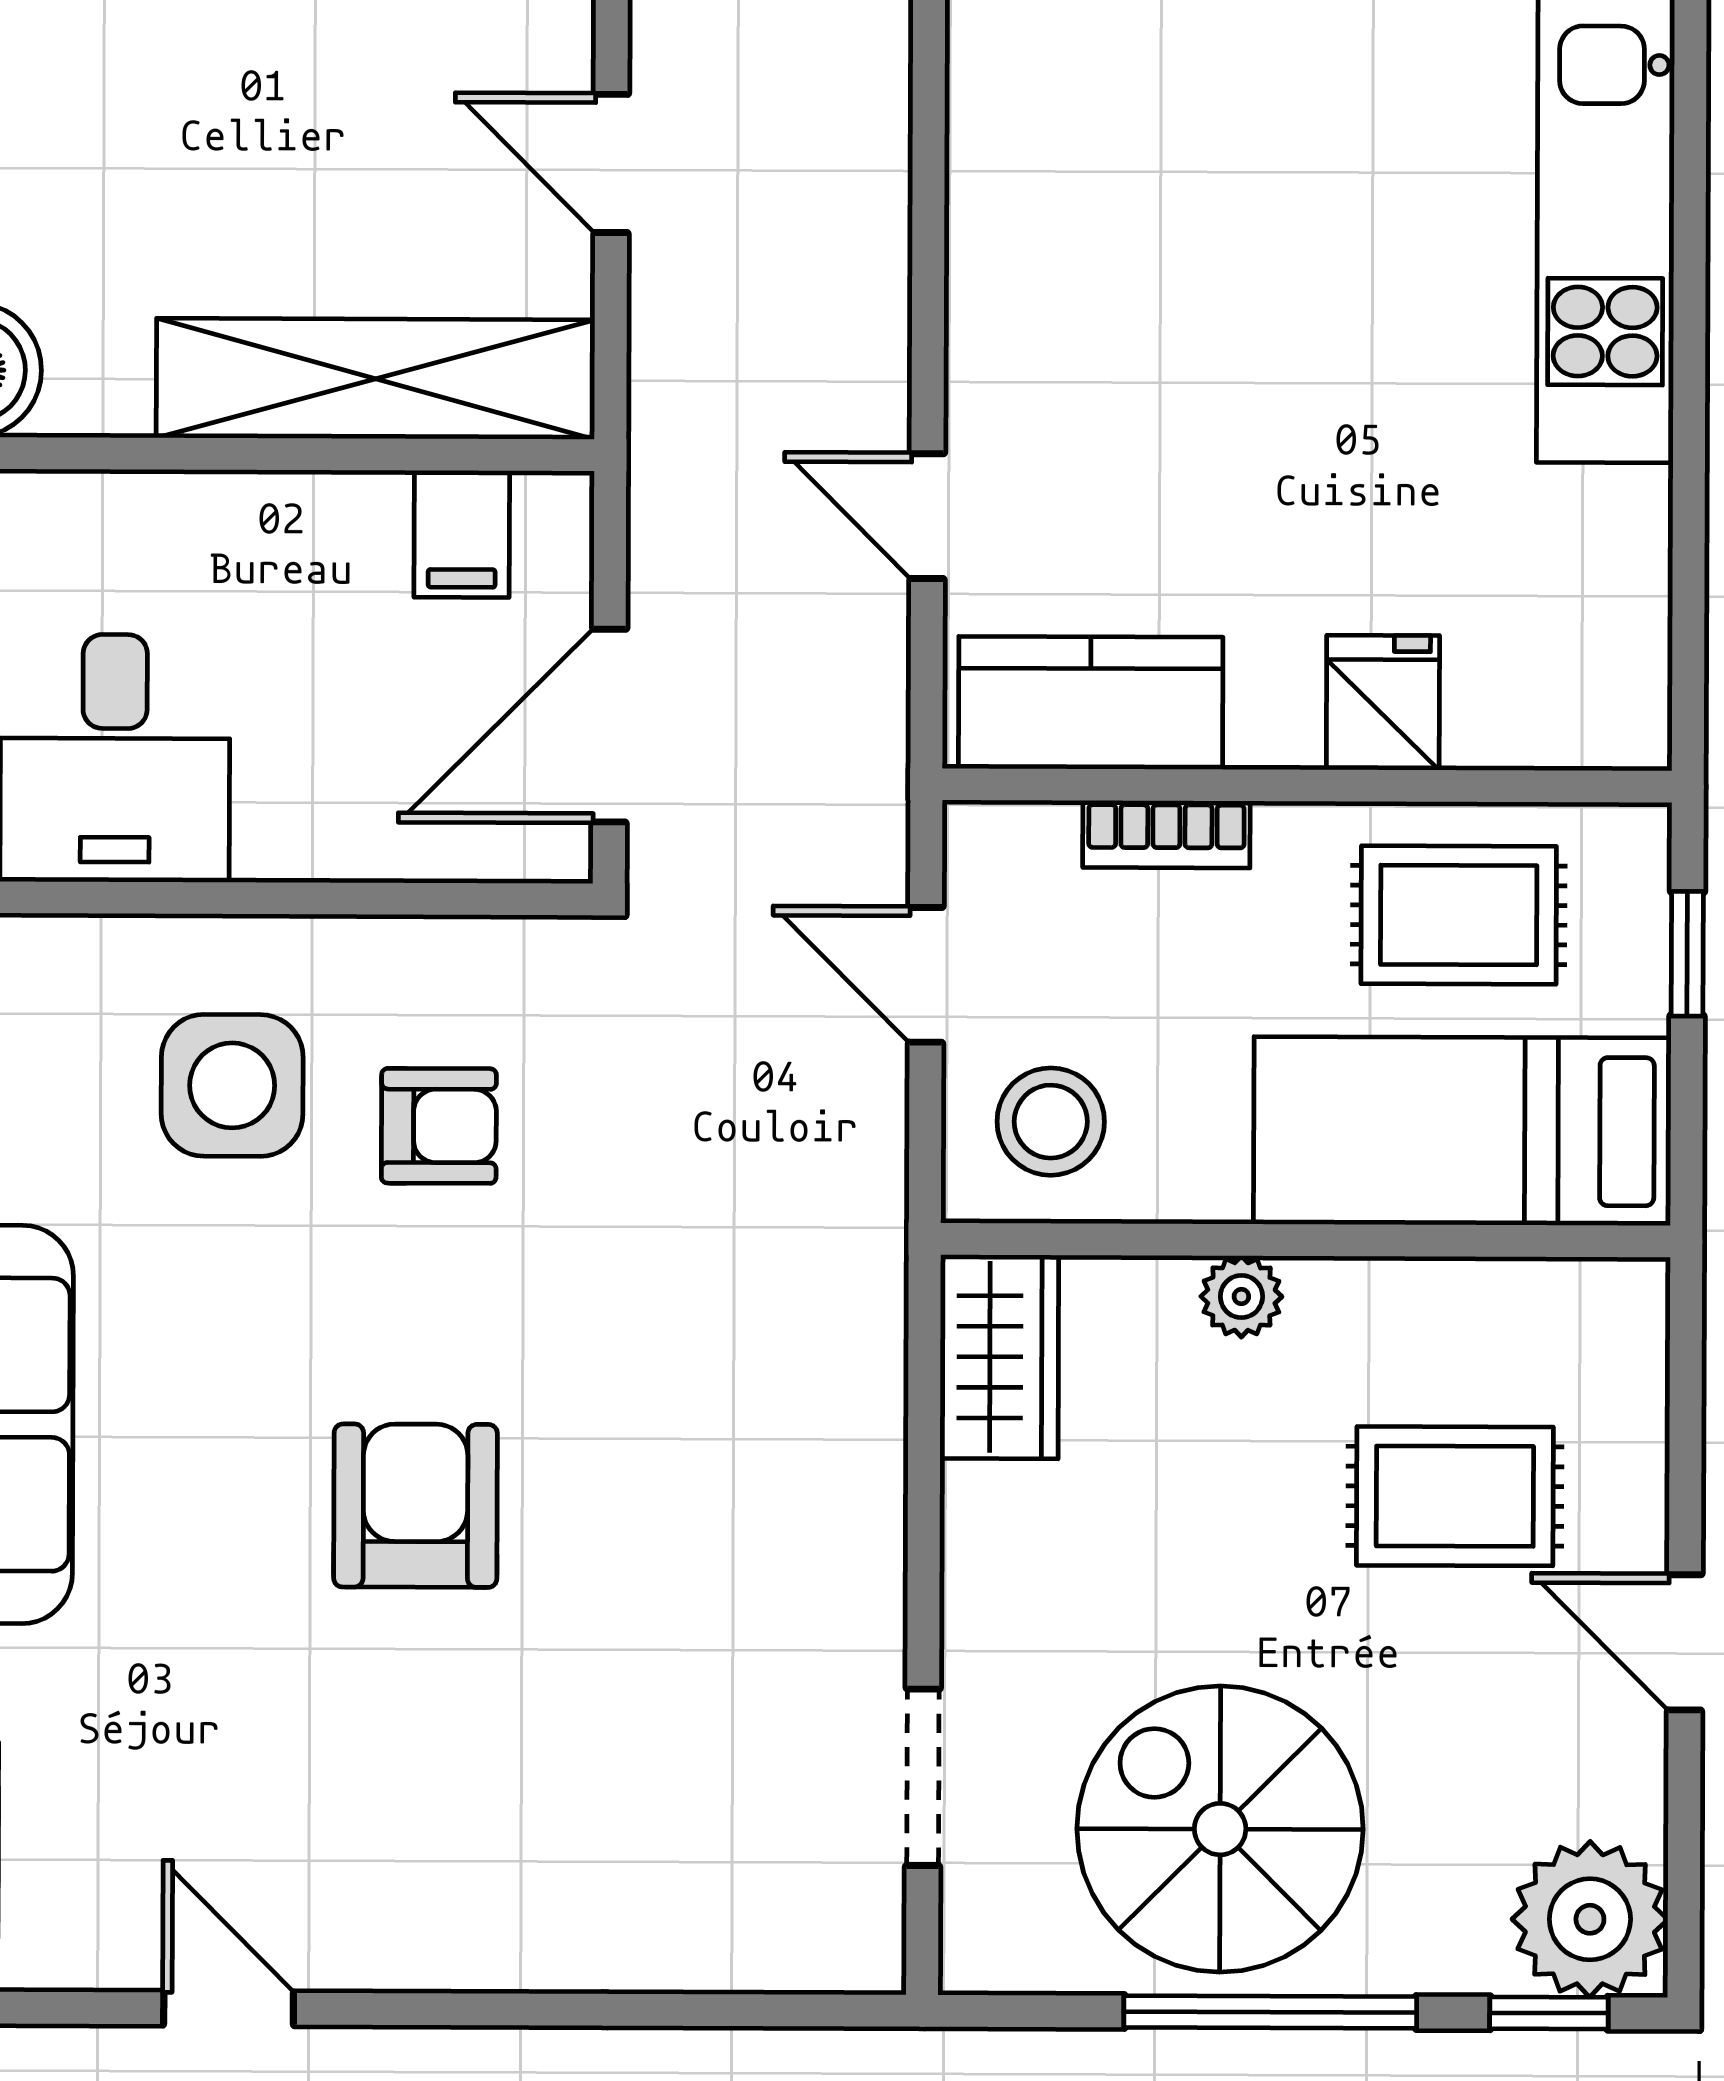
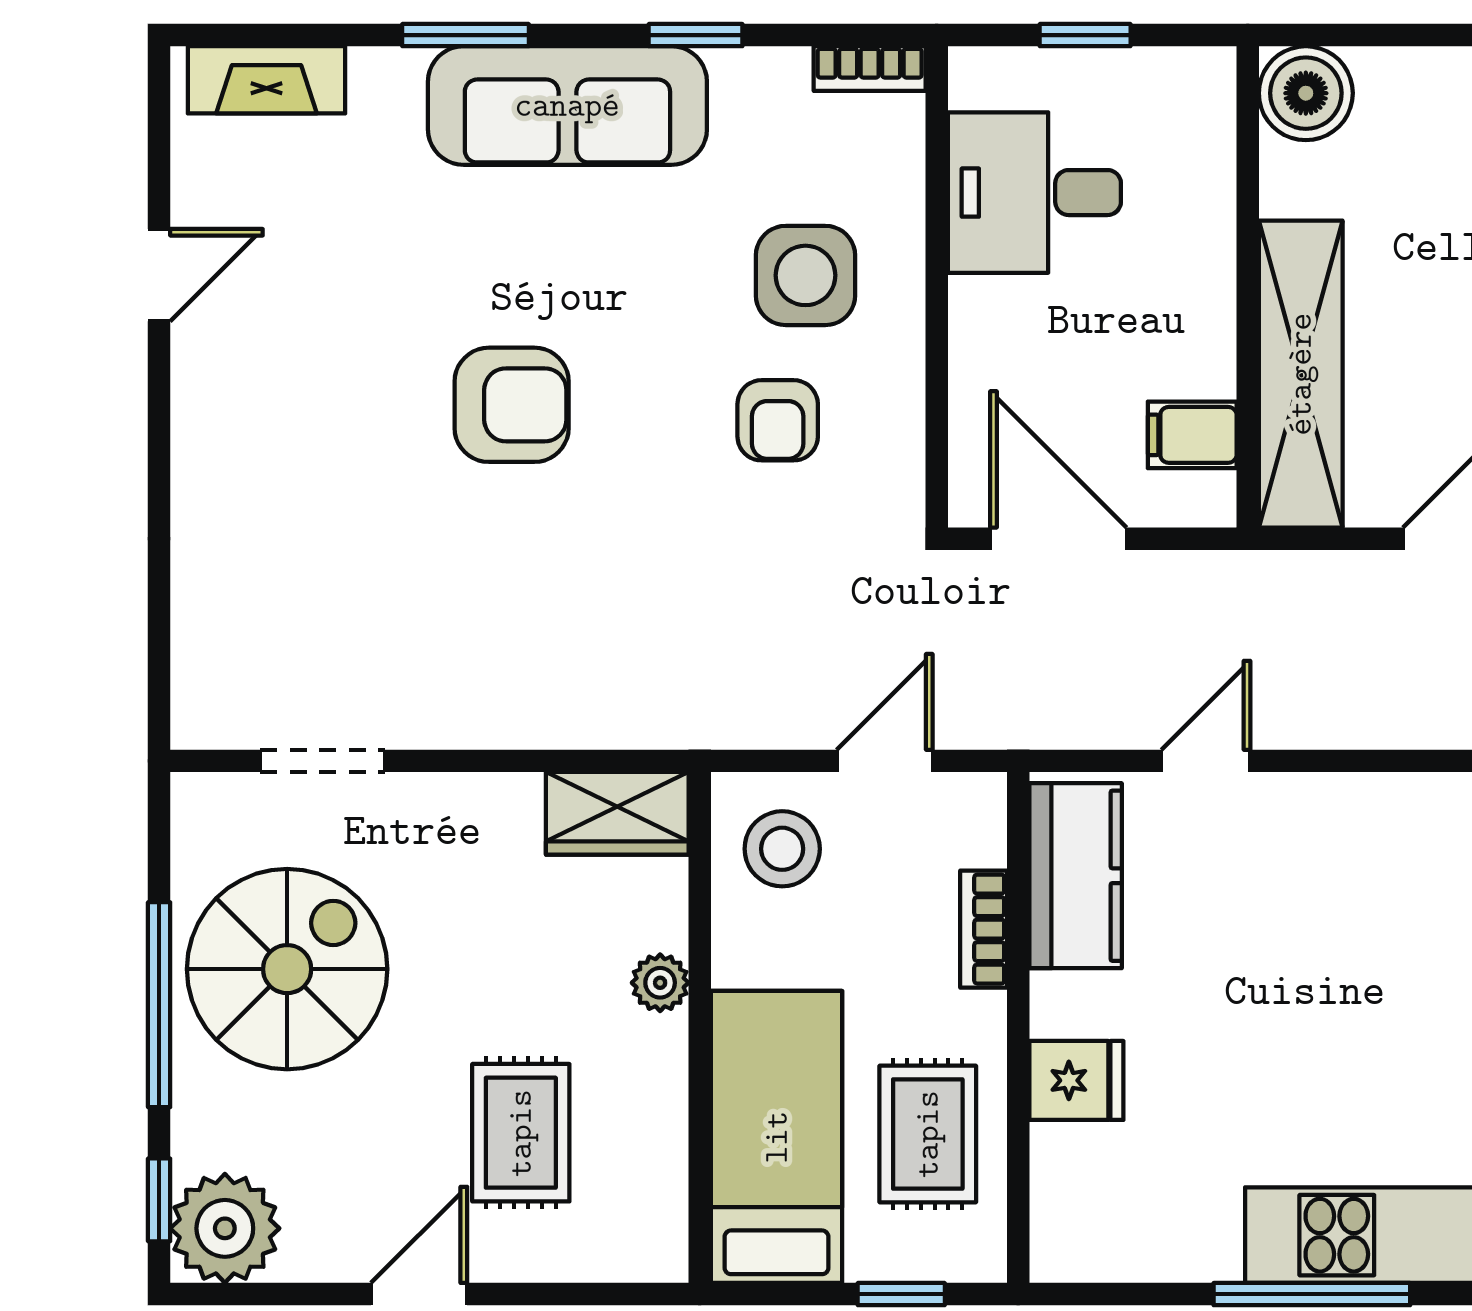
window: (1689, 367) -> (1312, 1294), added

